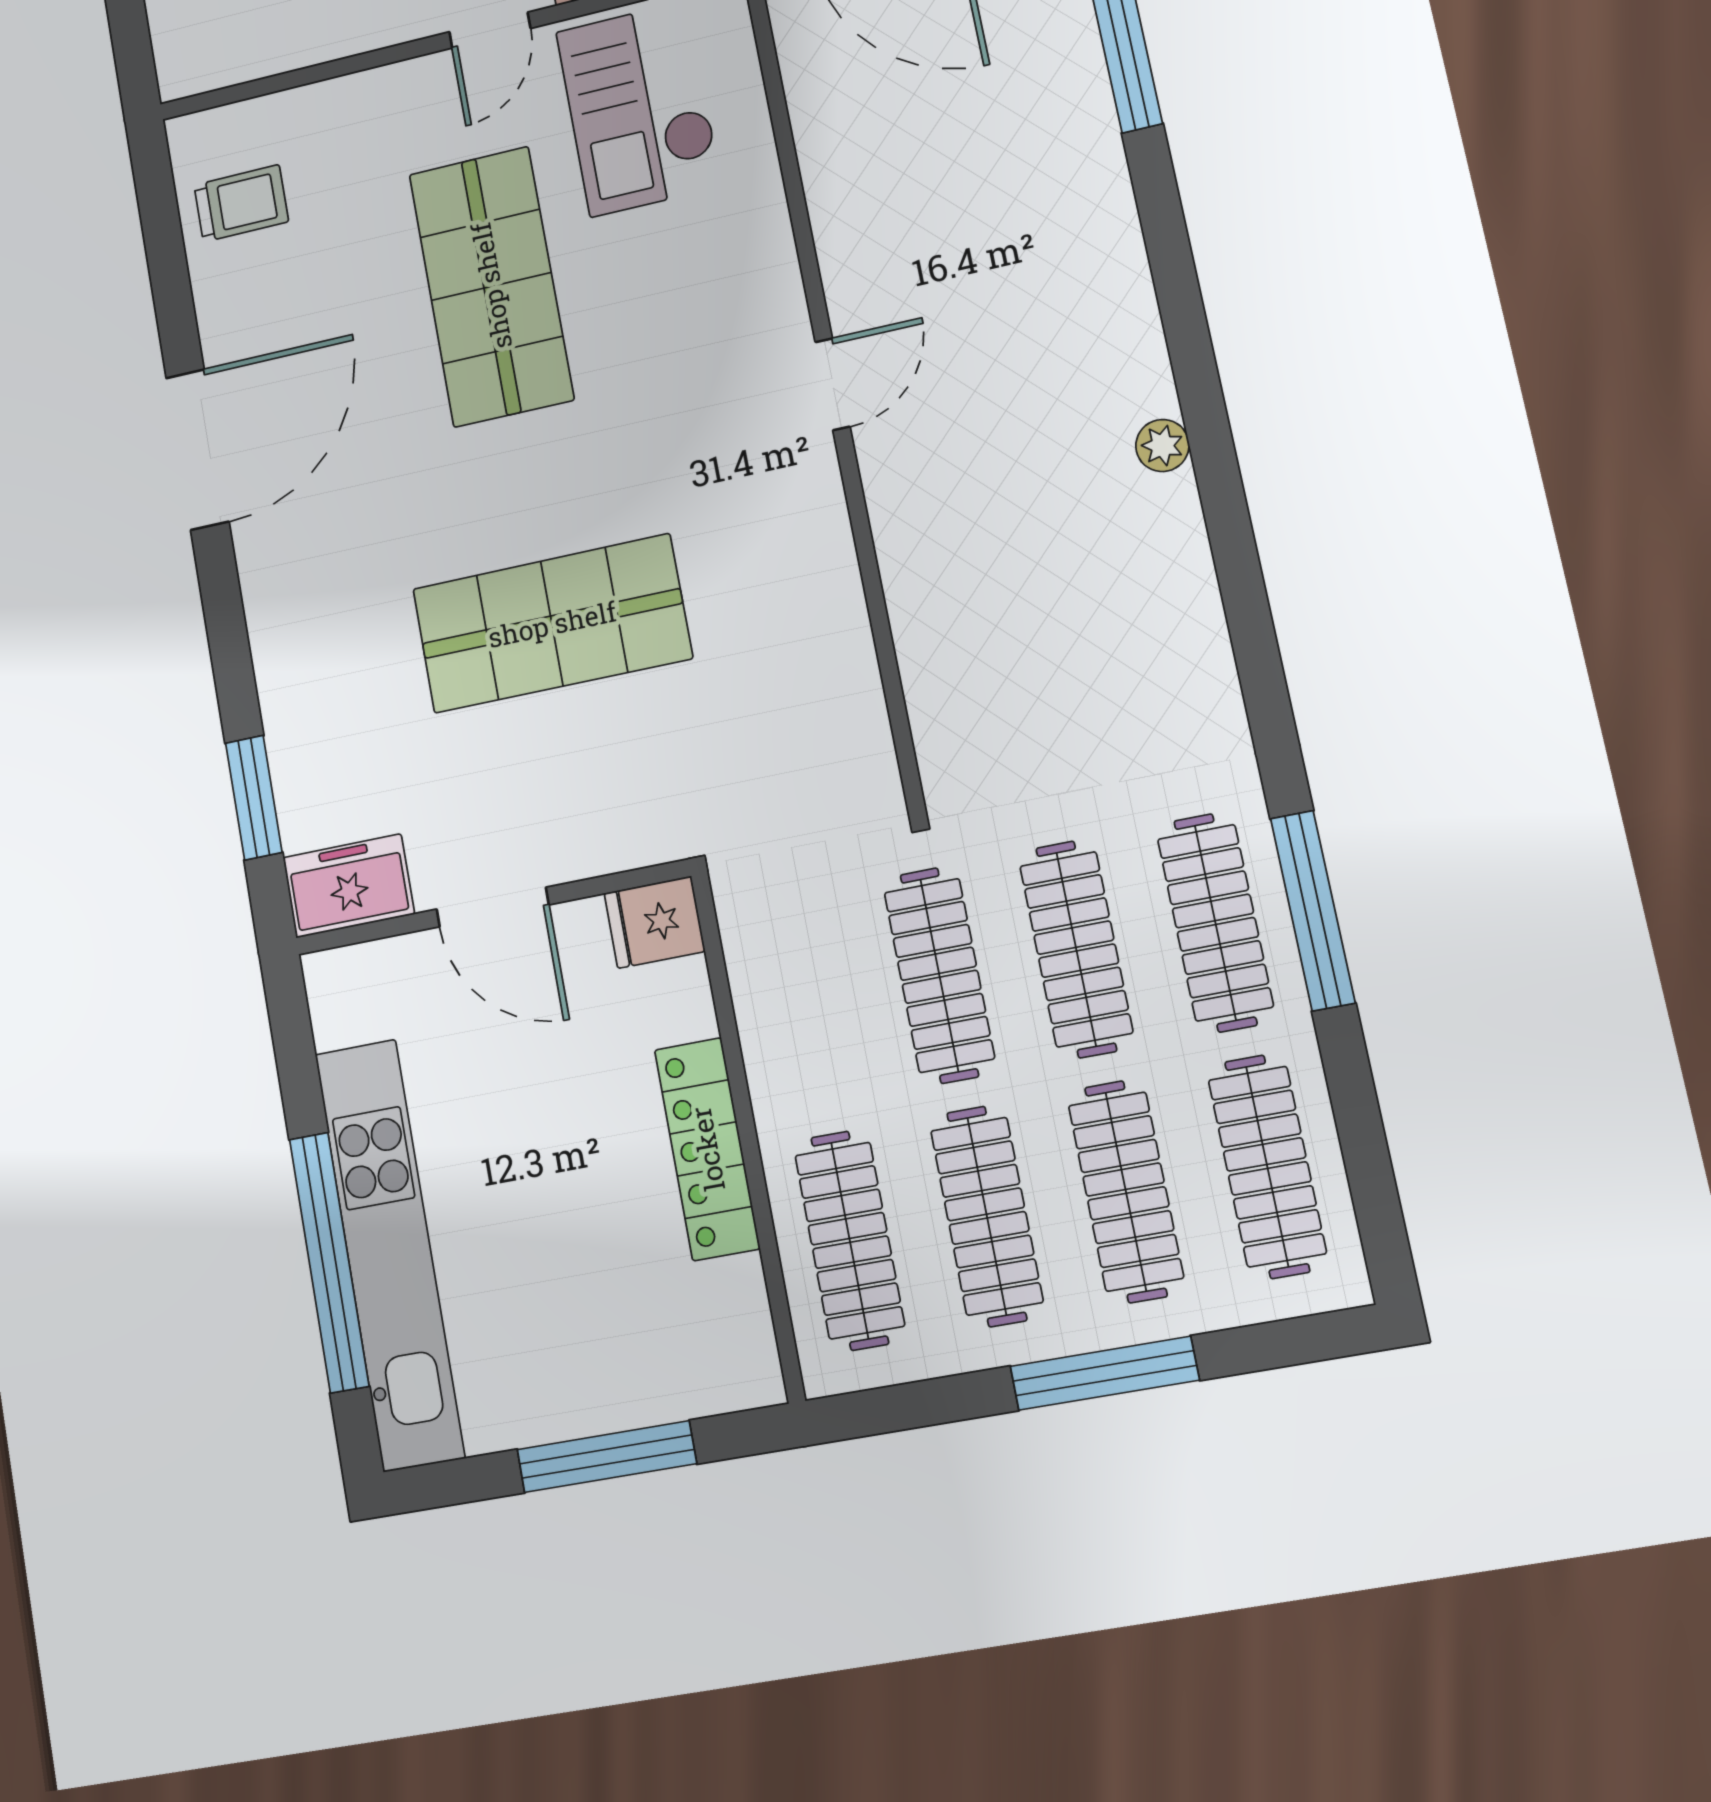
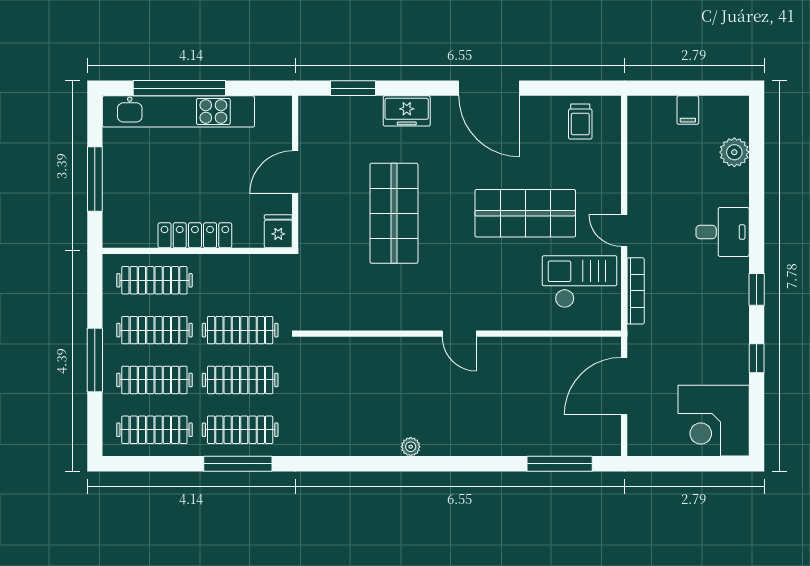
freezer: (349, 886) -> (407, 111), moved, turned 90

